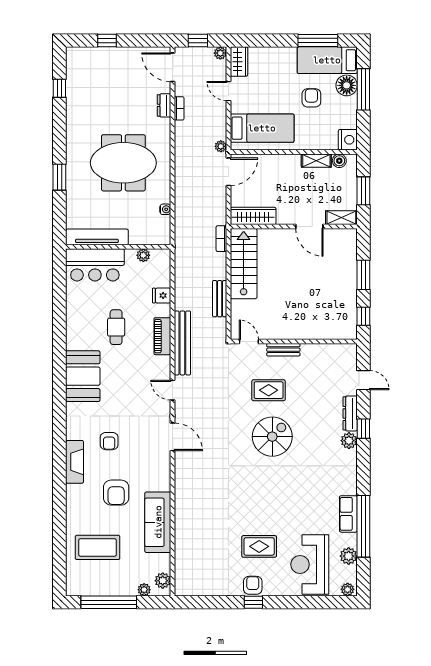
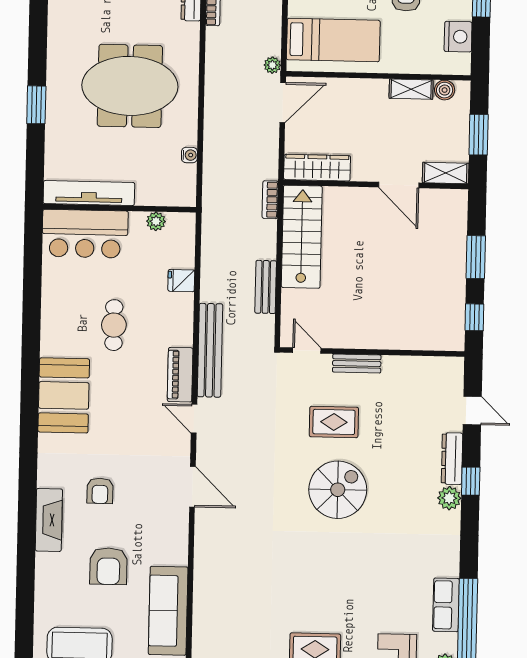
nightstand: (348, 140) -> (458, 37), moved
piano: (162, 336) -> (180, 375), moved

